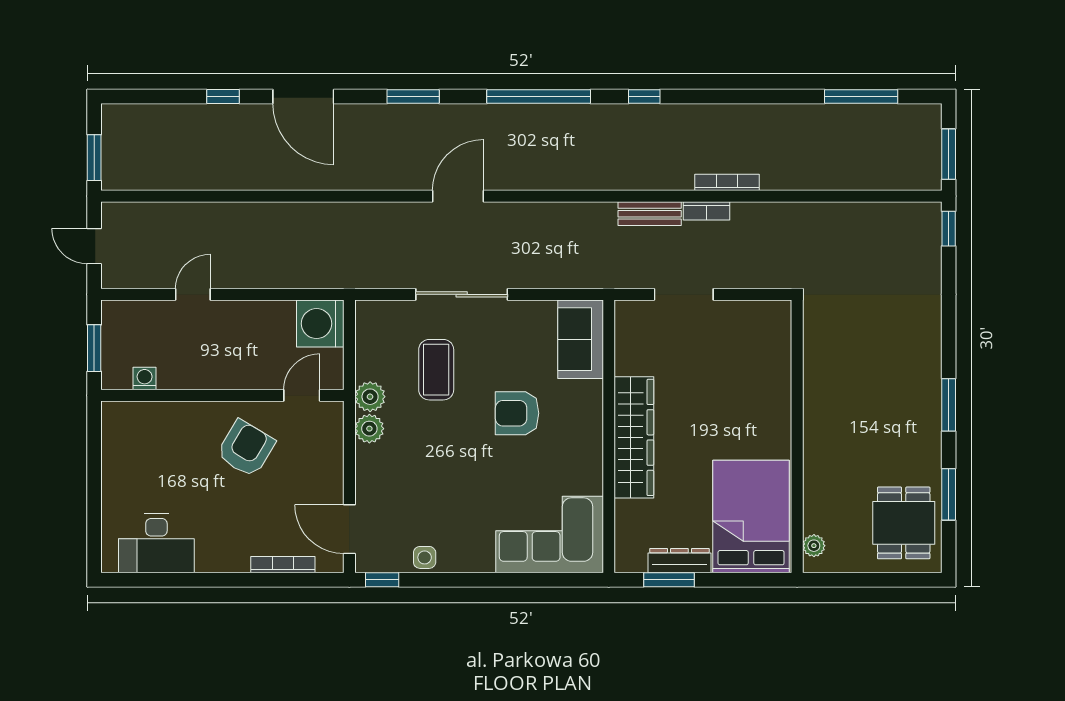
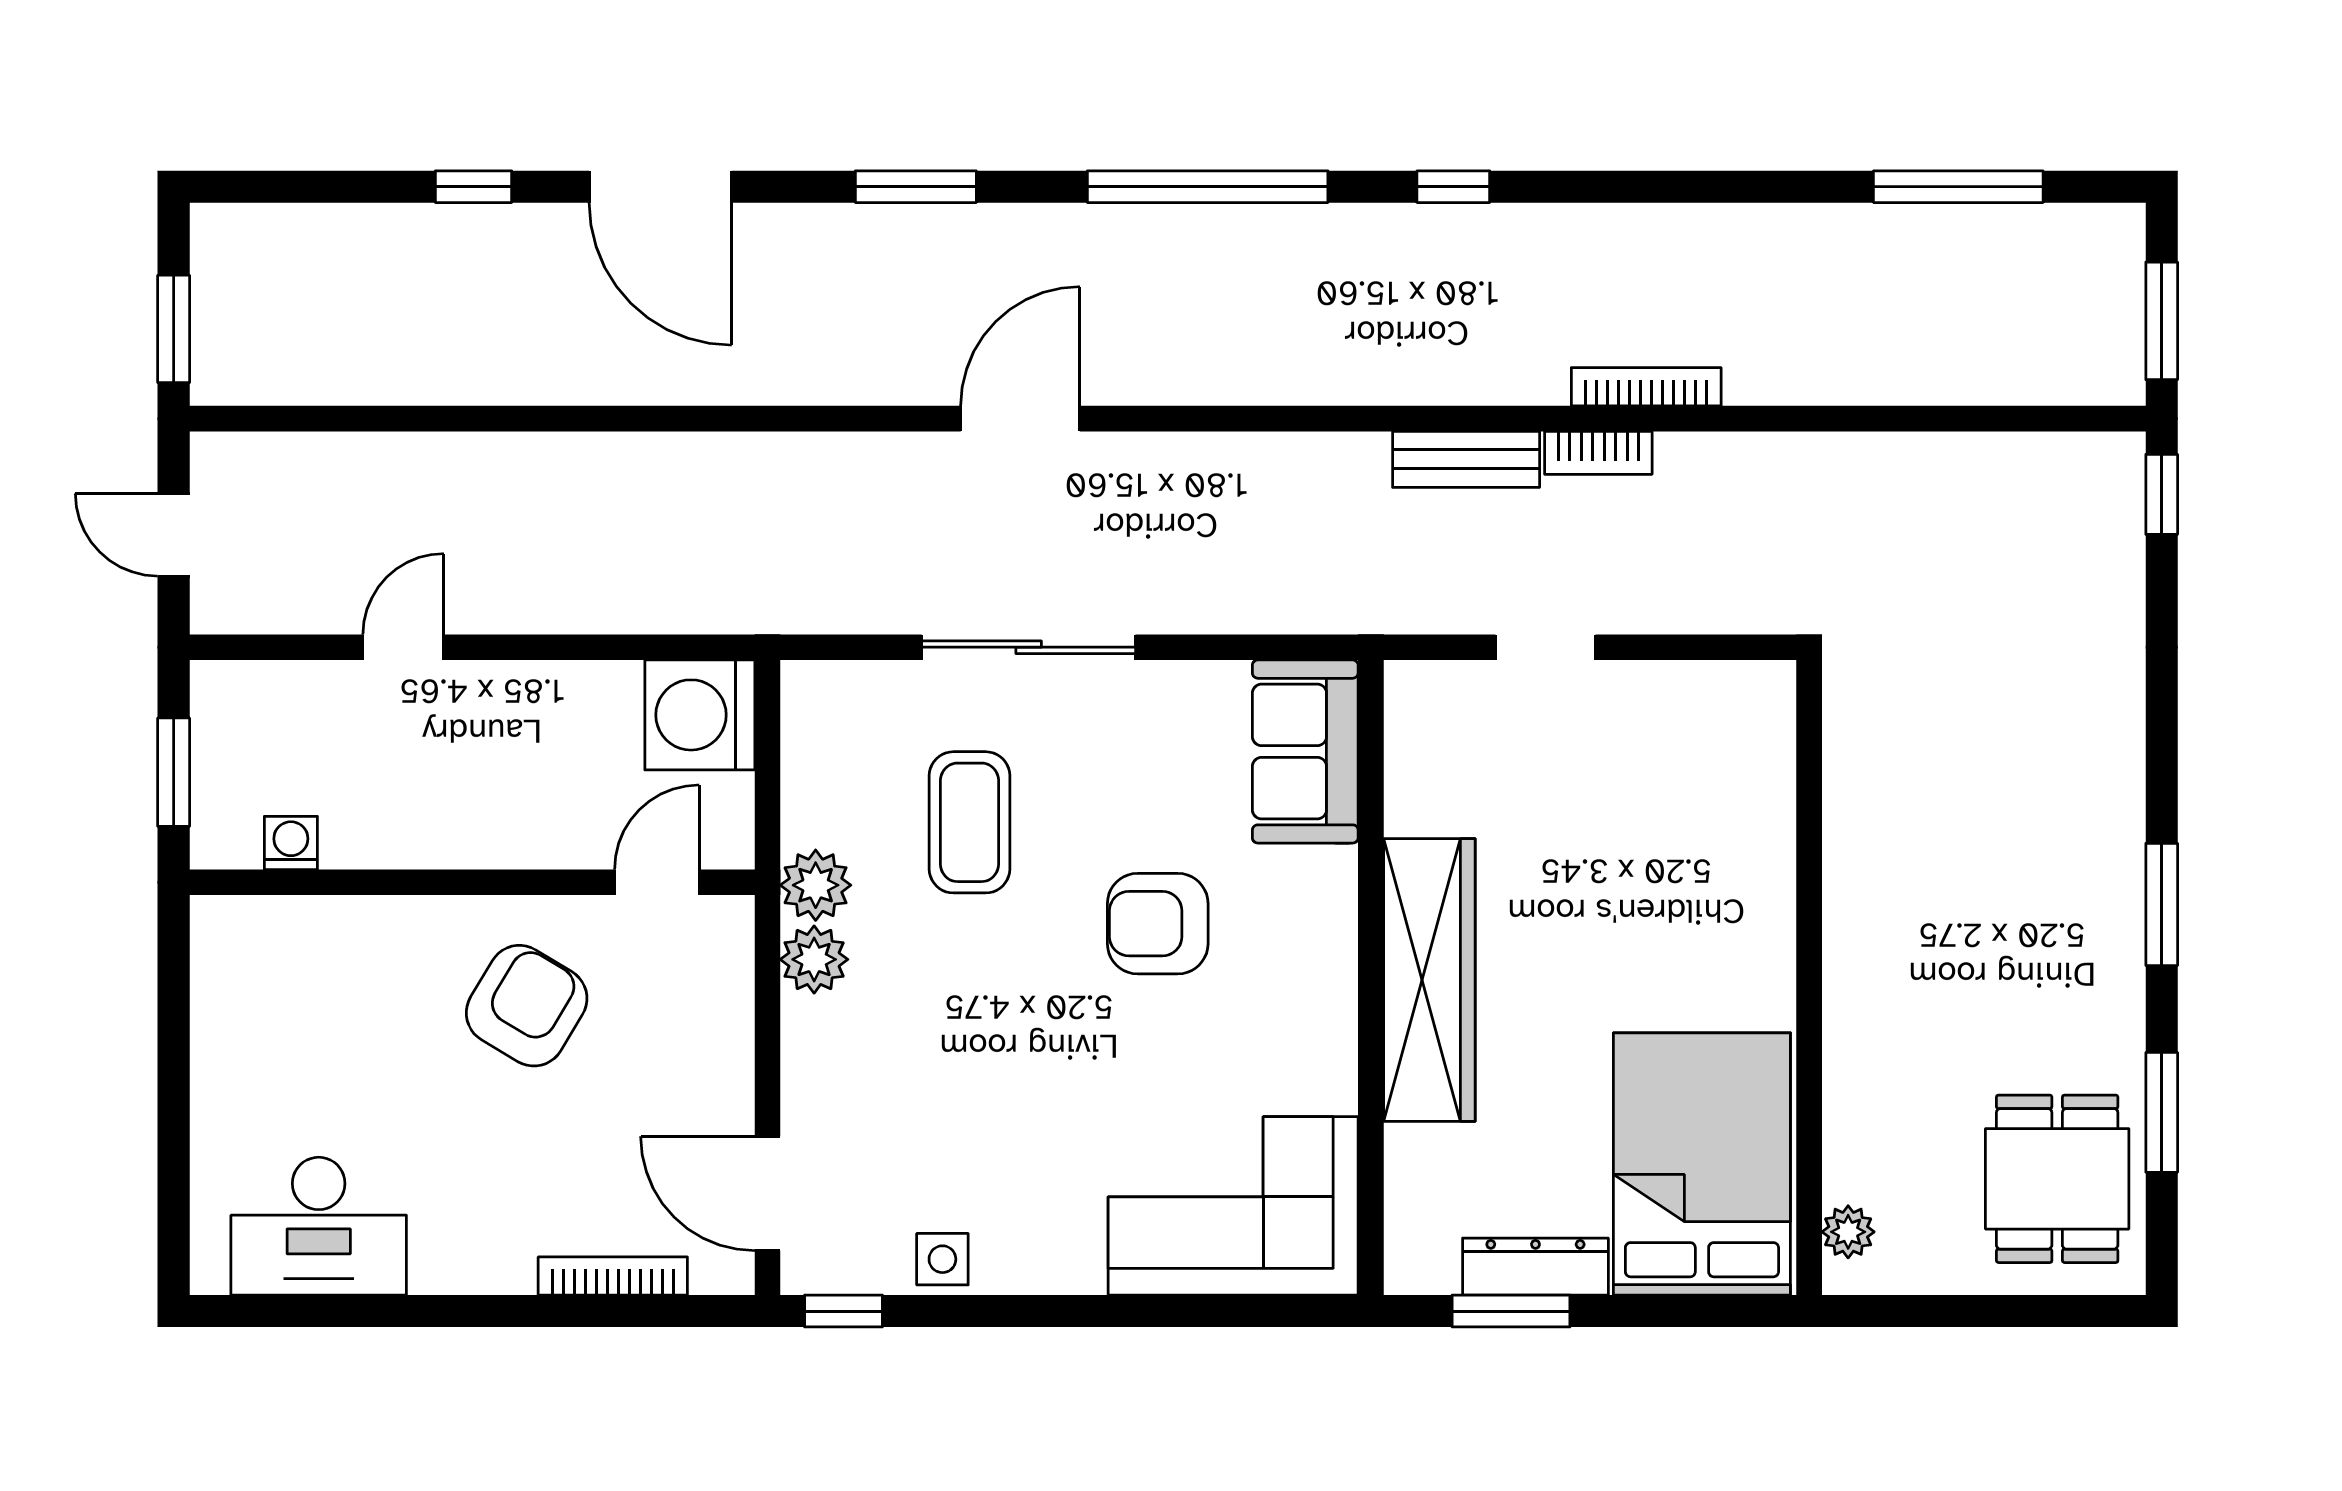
doorway: (684, 294) -> (1545, 647), width x0.73

